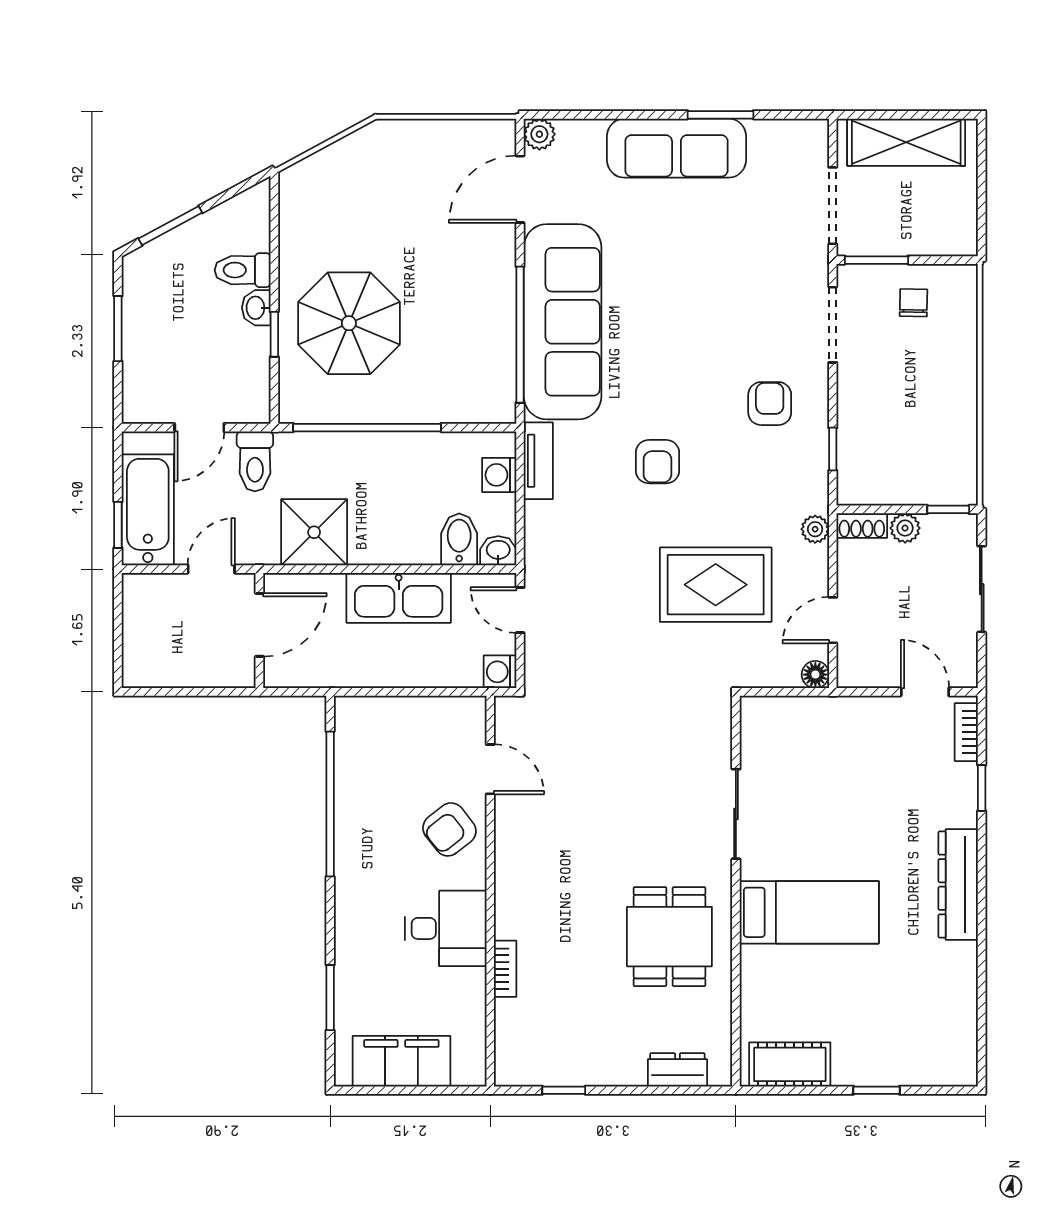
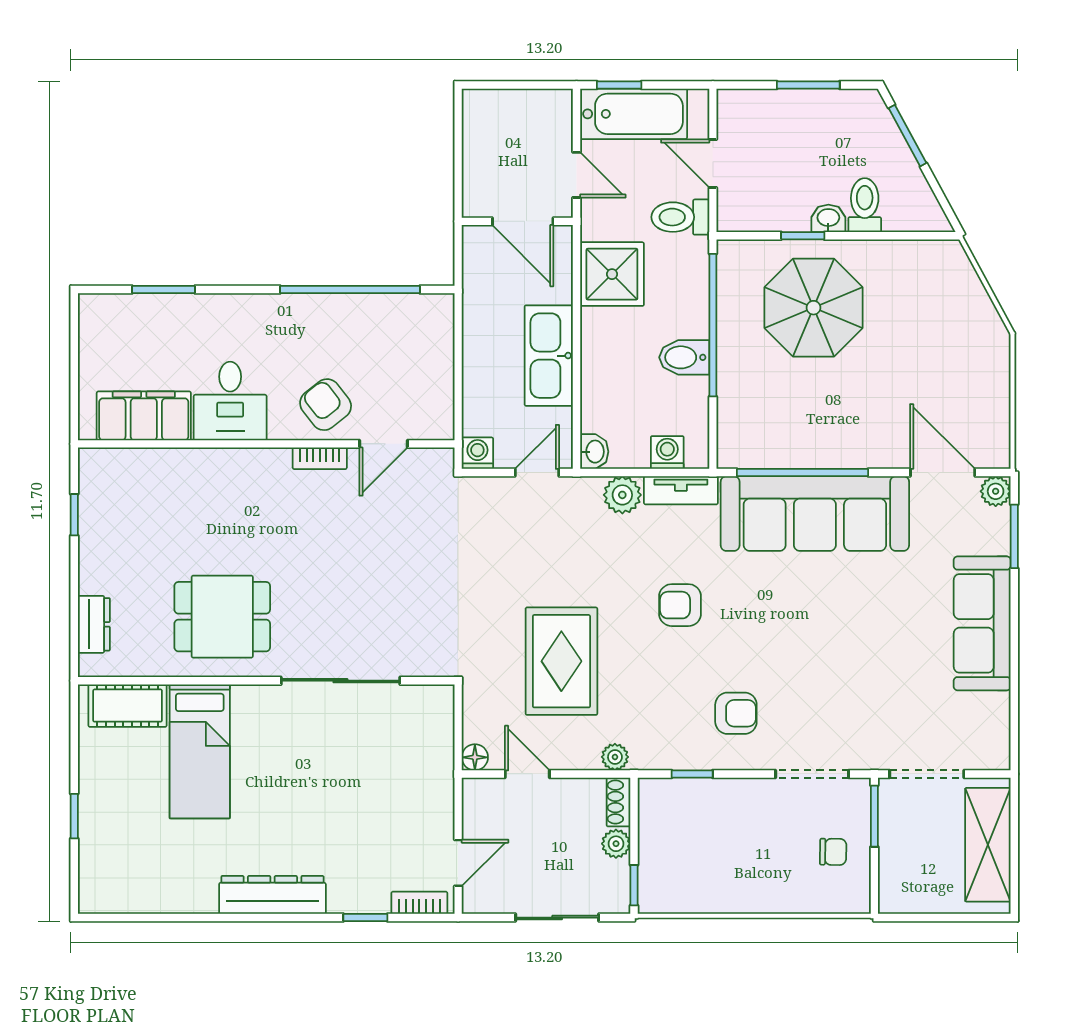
window: (720, 115) -> (1014, 536), moved
plant: (543, 522) -> (622, 495), added
bidet: (459, 539) -> (684, 357), moved, turned 180
sliding door: (736, 814) -> (340, 681), width x1.37
bed: (809, 912) -> (200, 751), moved
bookcase: (505, 969) -> (320, 458), moved
filing cabinet: (401, 1061) -> (144, 416), moved, turned -90
cot: (790, 1064) -> (128, 706), moved, turned 90

